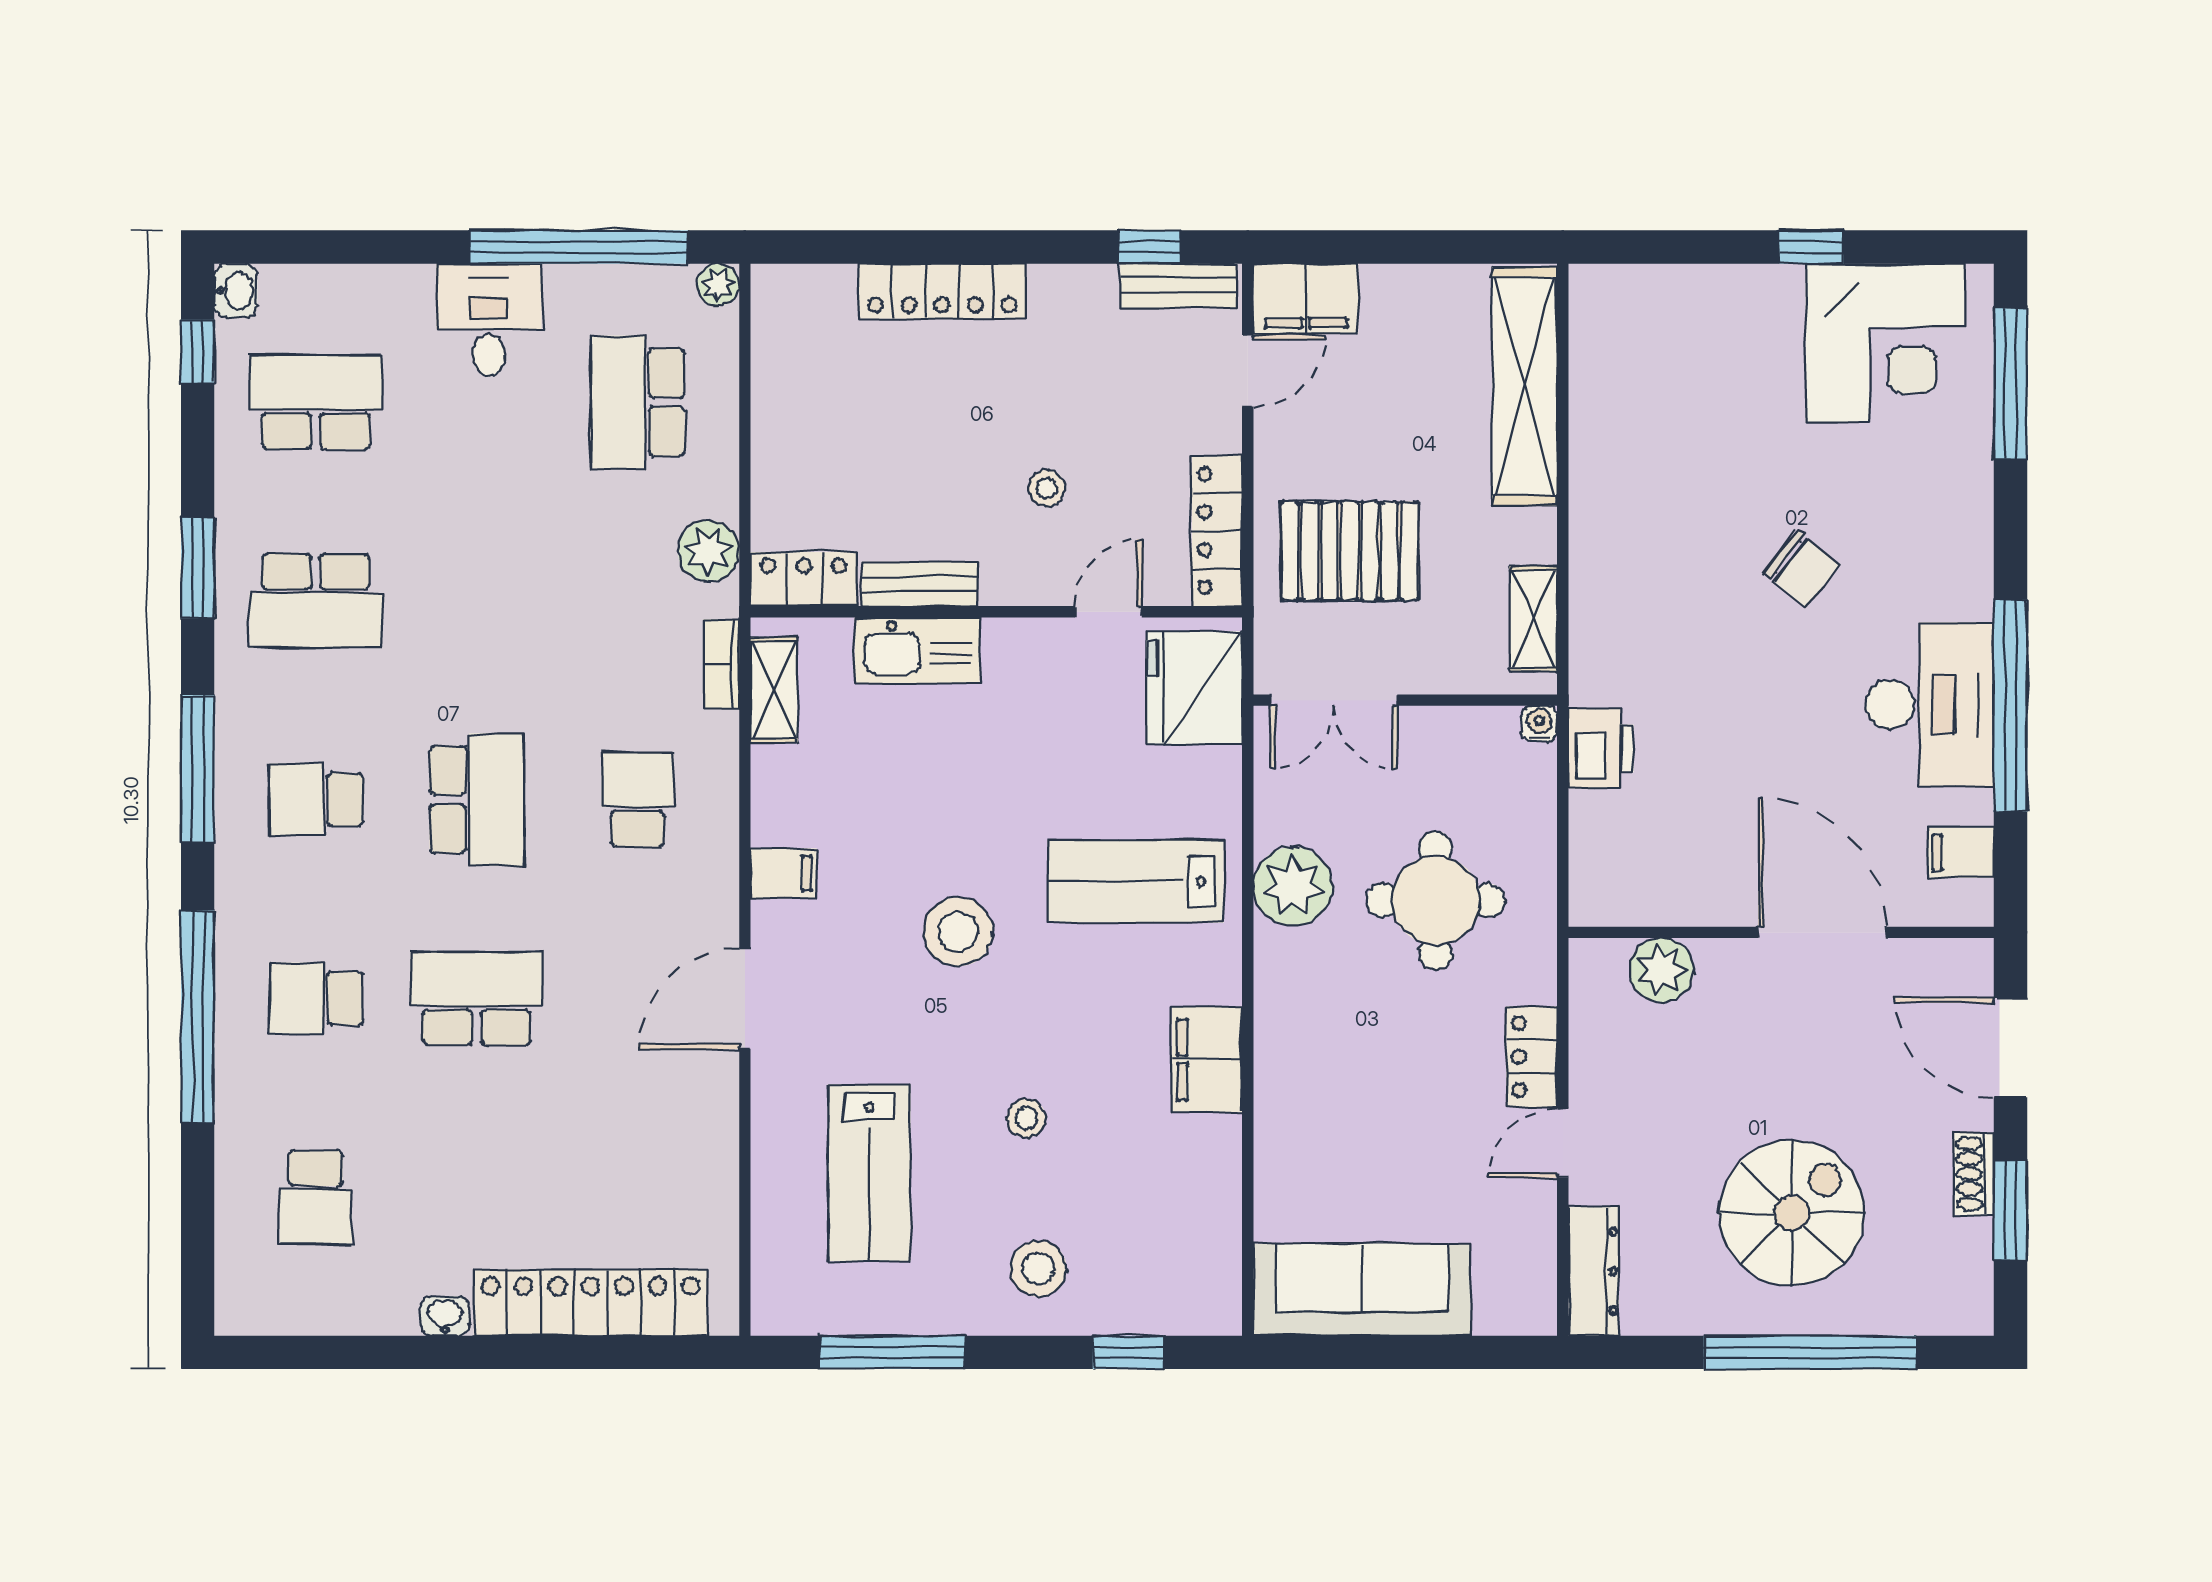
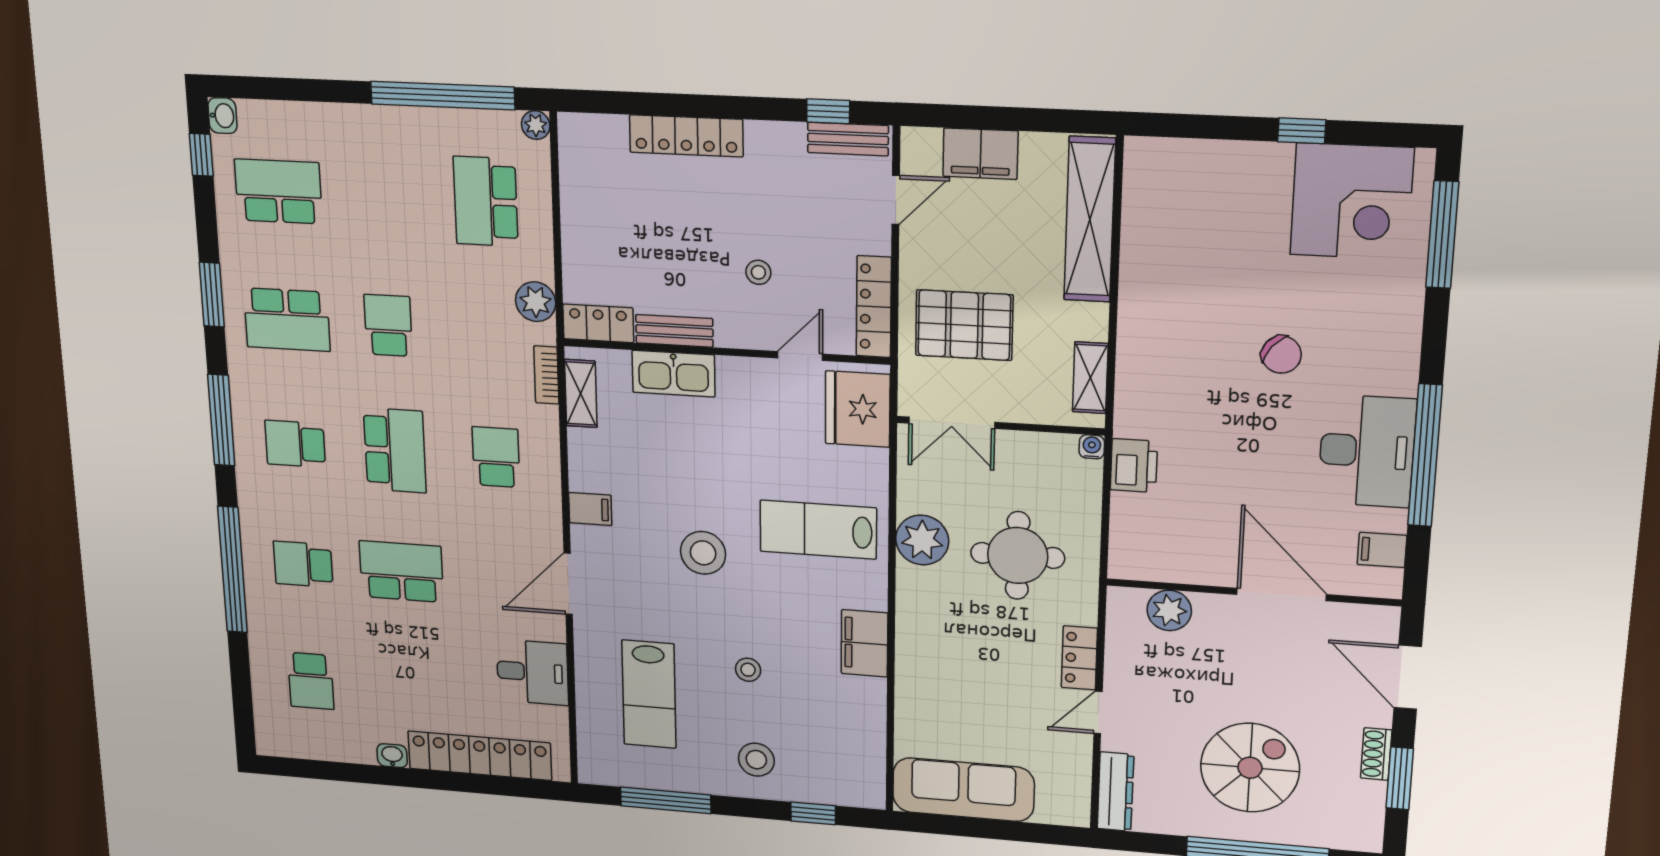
filing cabinet: (1306, 299) -> (981, 154), moved
desk: (489, 320) -> (532, 672), moved, turned 90
school desk: (477, 601) -> (388, 325), added

